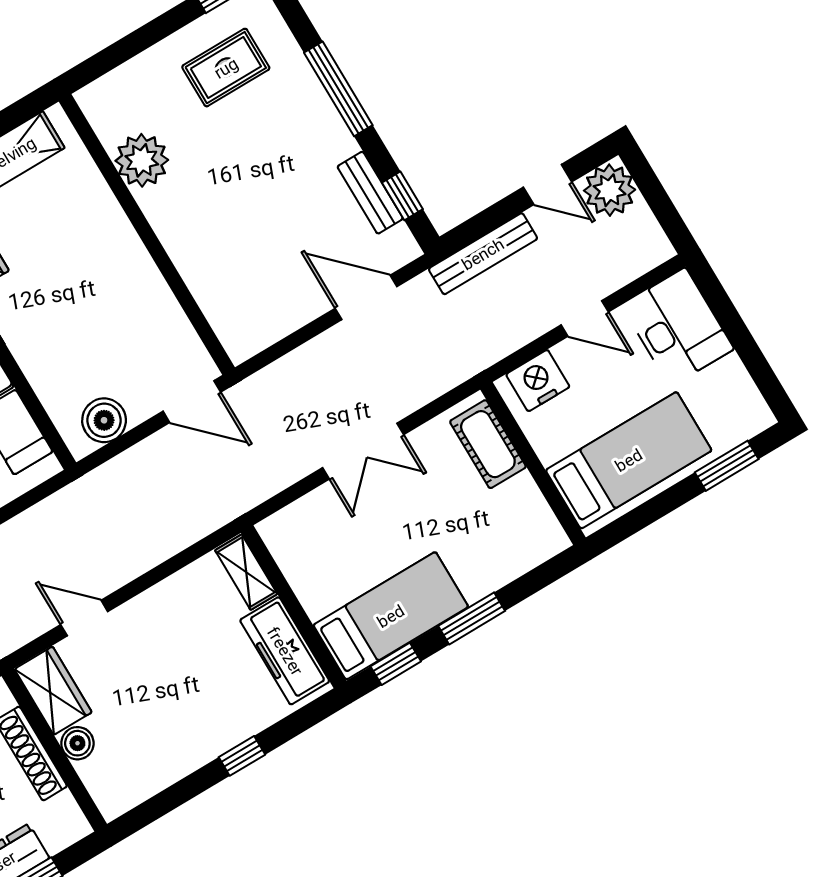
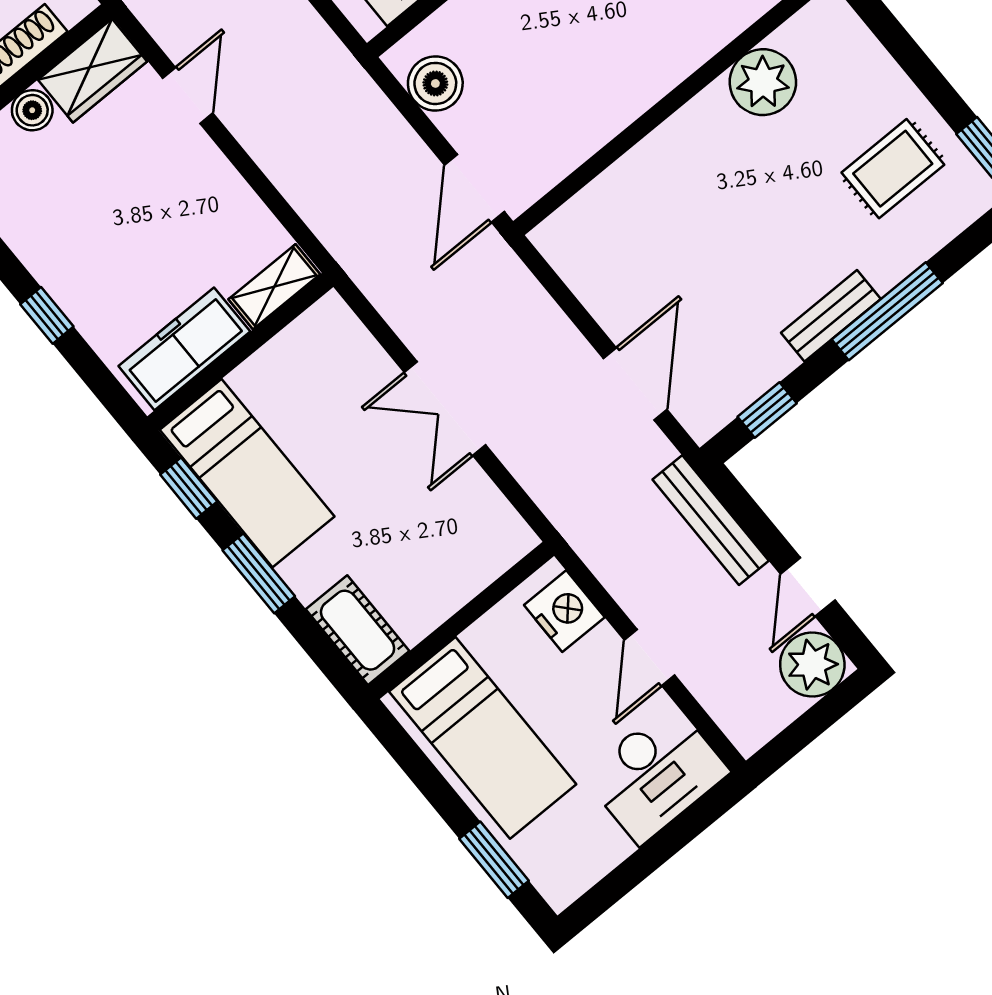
rug: (226, 68) -> (893, 169), turned 90
bench: (370, 193) -> (831, 316), moved
cot: (488, 444) -> (358, 630), moved, turned 90

